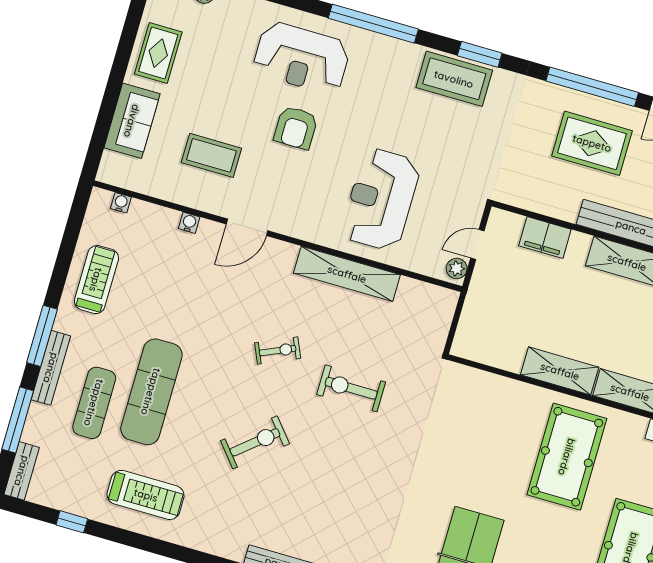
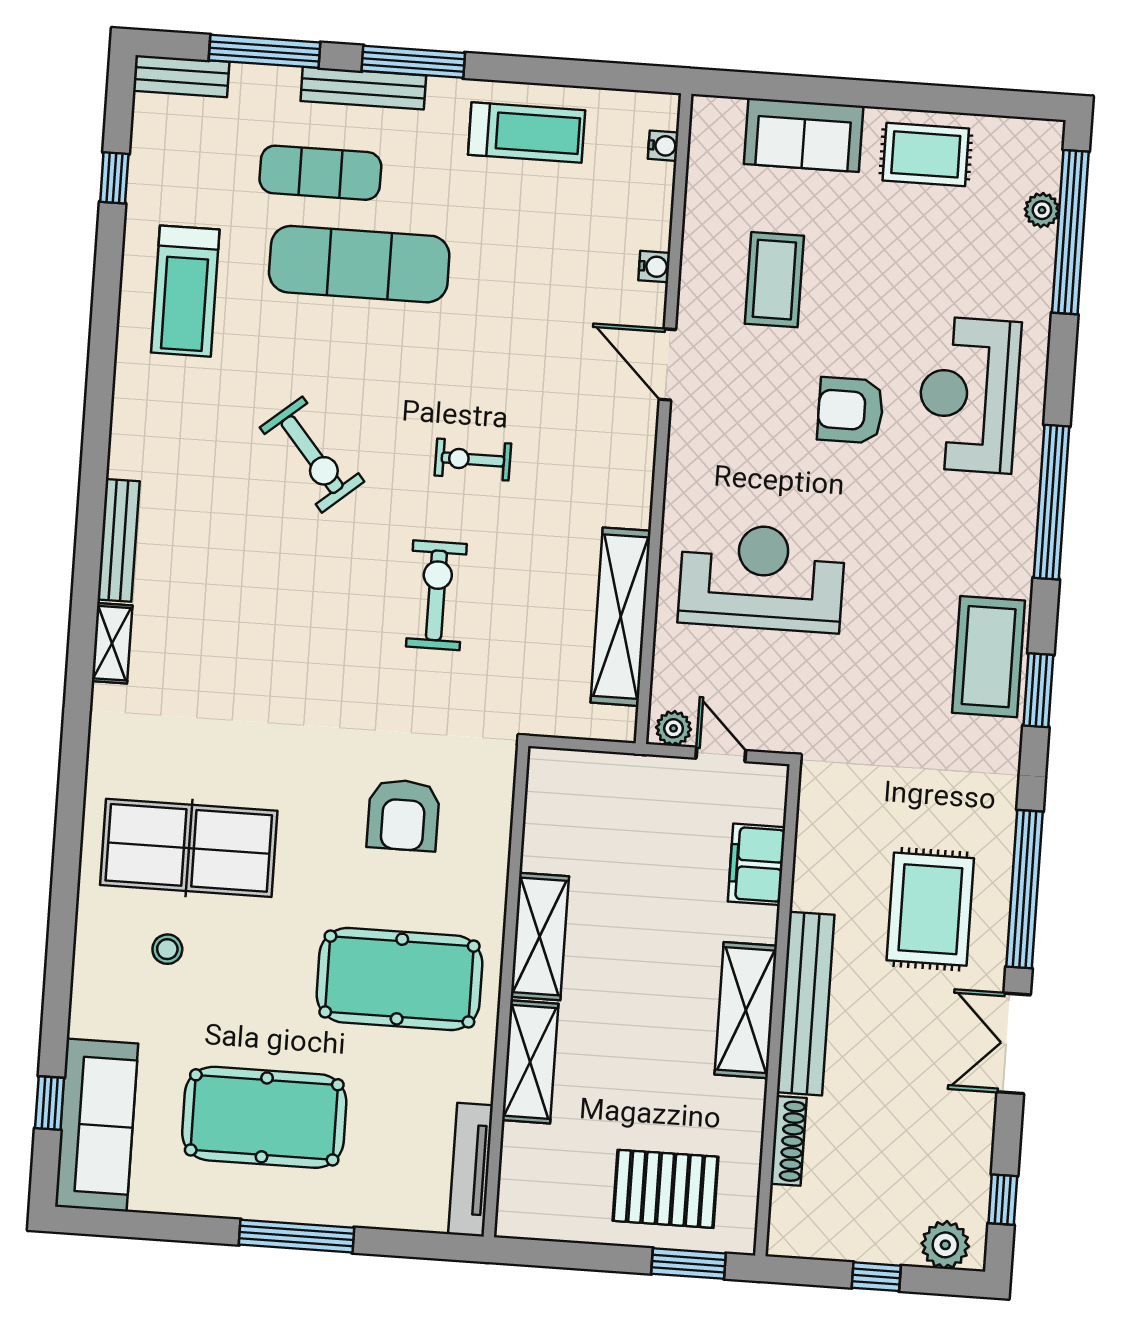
shelving: (347, 274) -> (621, 617), moved
exercise bike: (278, 351) -> (473, 459), turned 114
armchair: (473, 434) -> (403, 815), added

